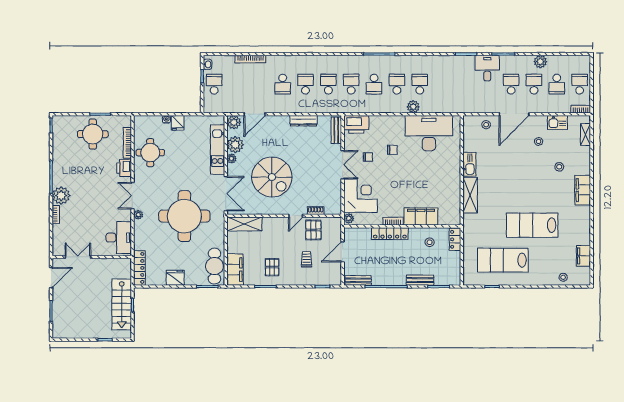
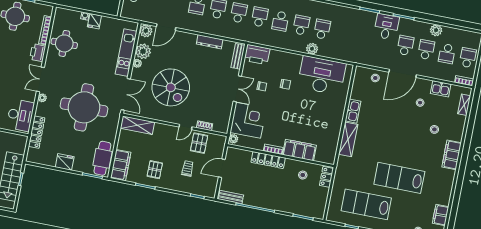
locker: (139, 268) -> (37, 132), moved
bench: (420, 280) -> (287, 208), removed

